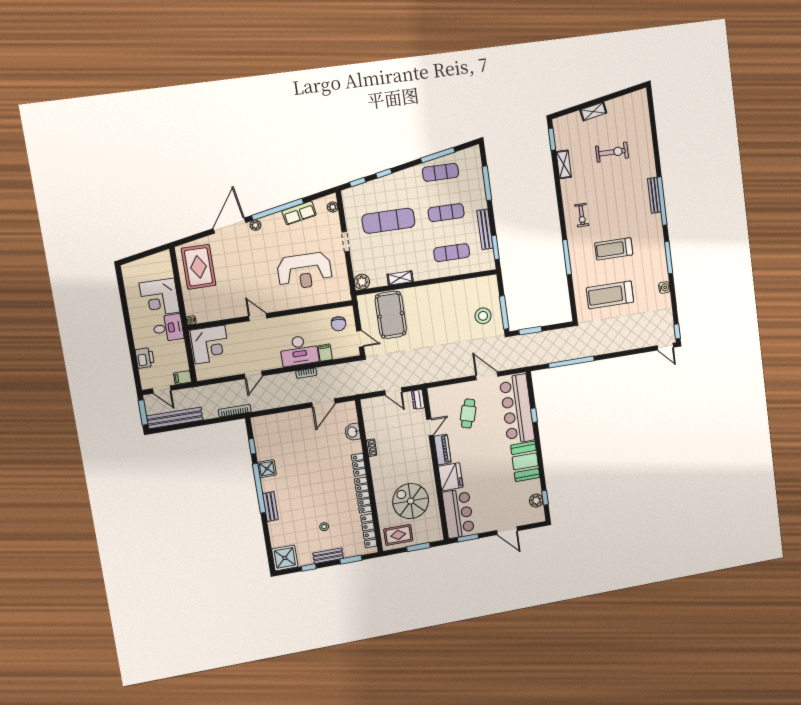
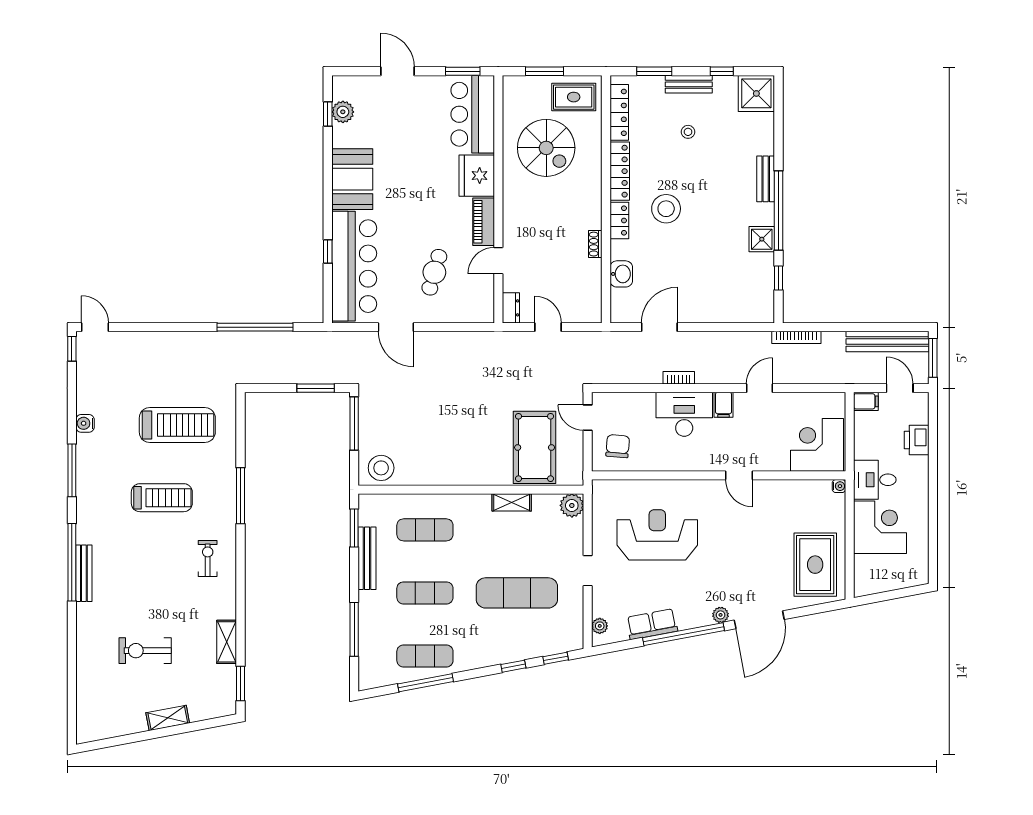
stool: (483, 316) -> (381, 468), moved
filing cabinet: (325, 353) -> (723, 405), moved
stool: (331, 477) -> (666, 209), added

